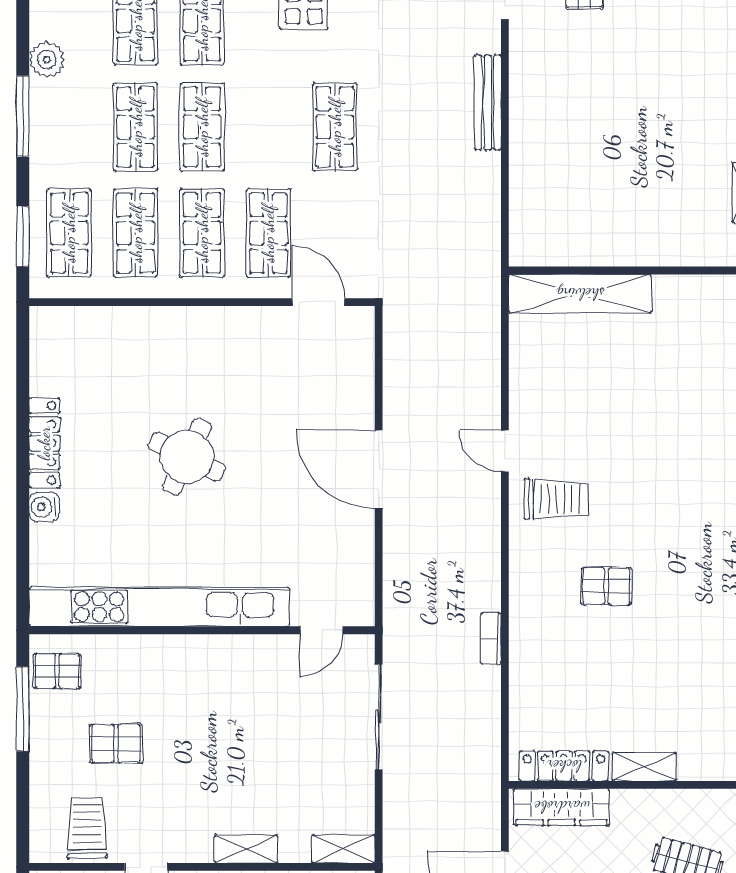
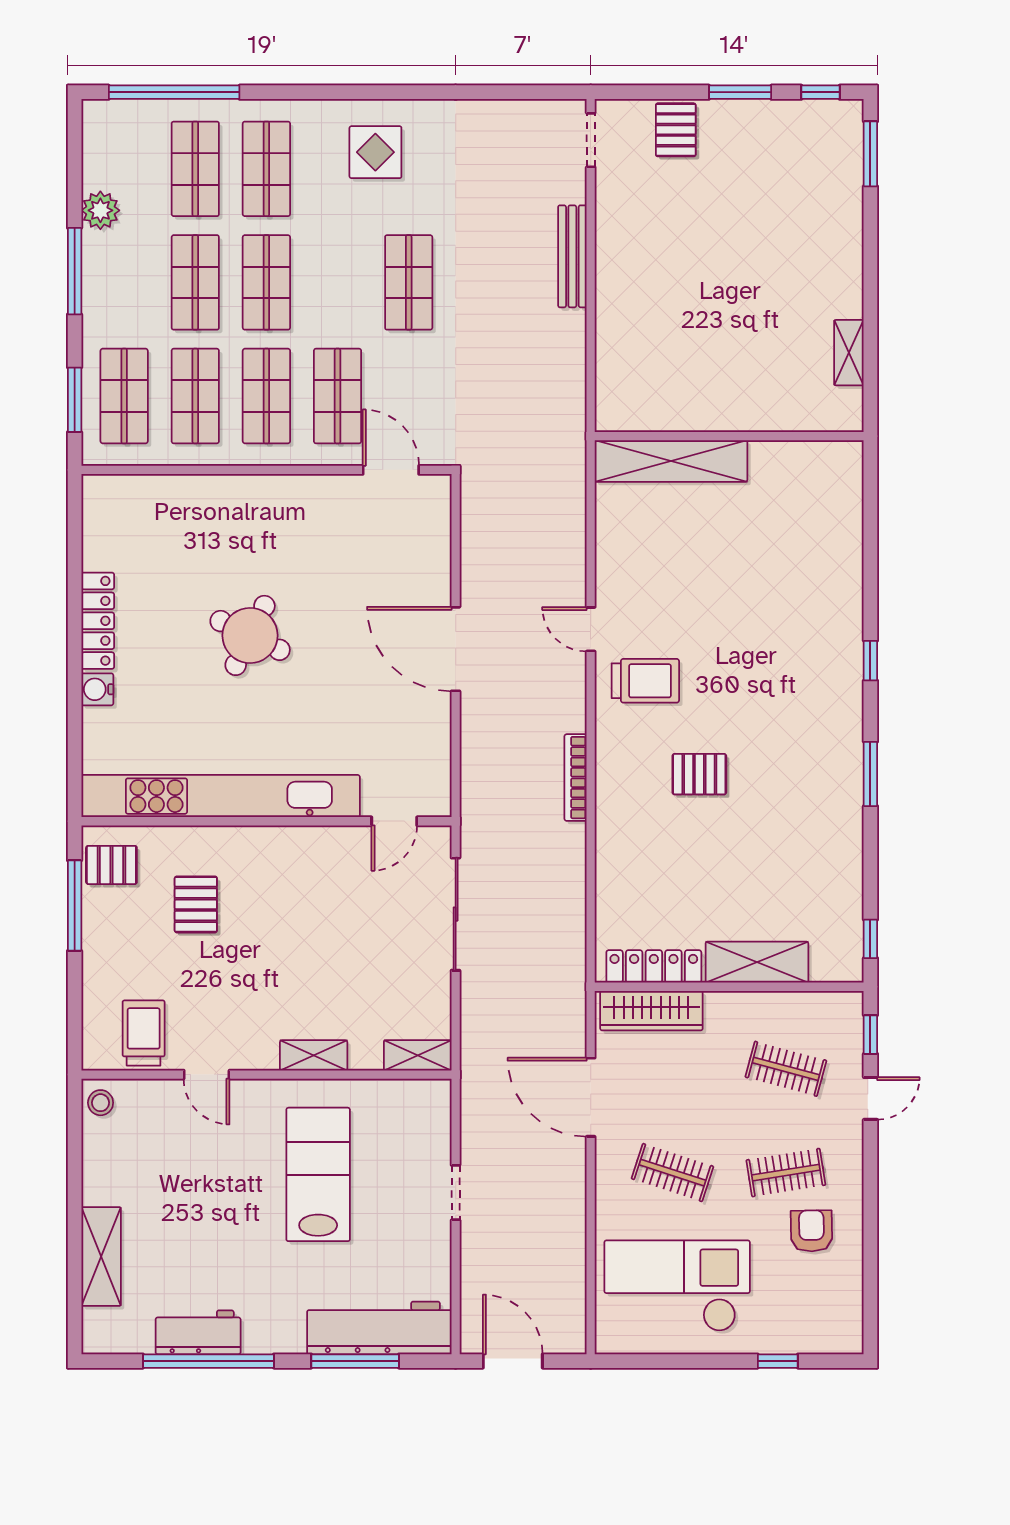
bookcase: (491, 639) -> (576, 778), moved, width x1.56
pallet: (116, 743) -> (196, 904), moved, turned 90
shelving: (644, 767) -> (757, 962), width x1.50, depth x1.33

